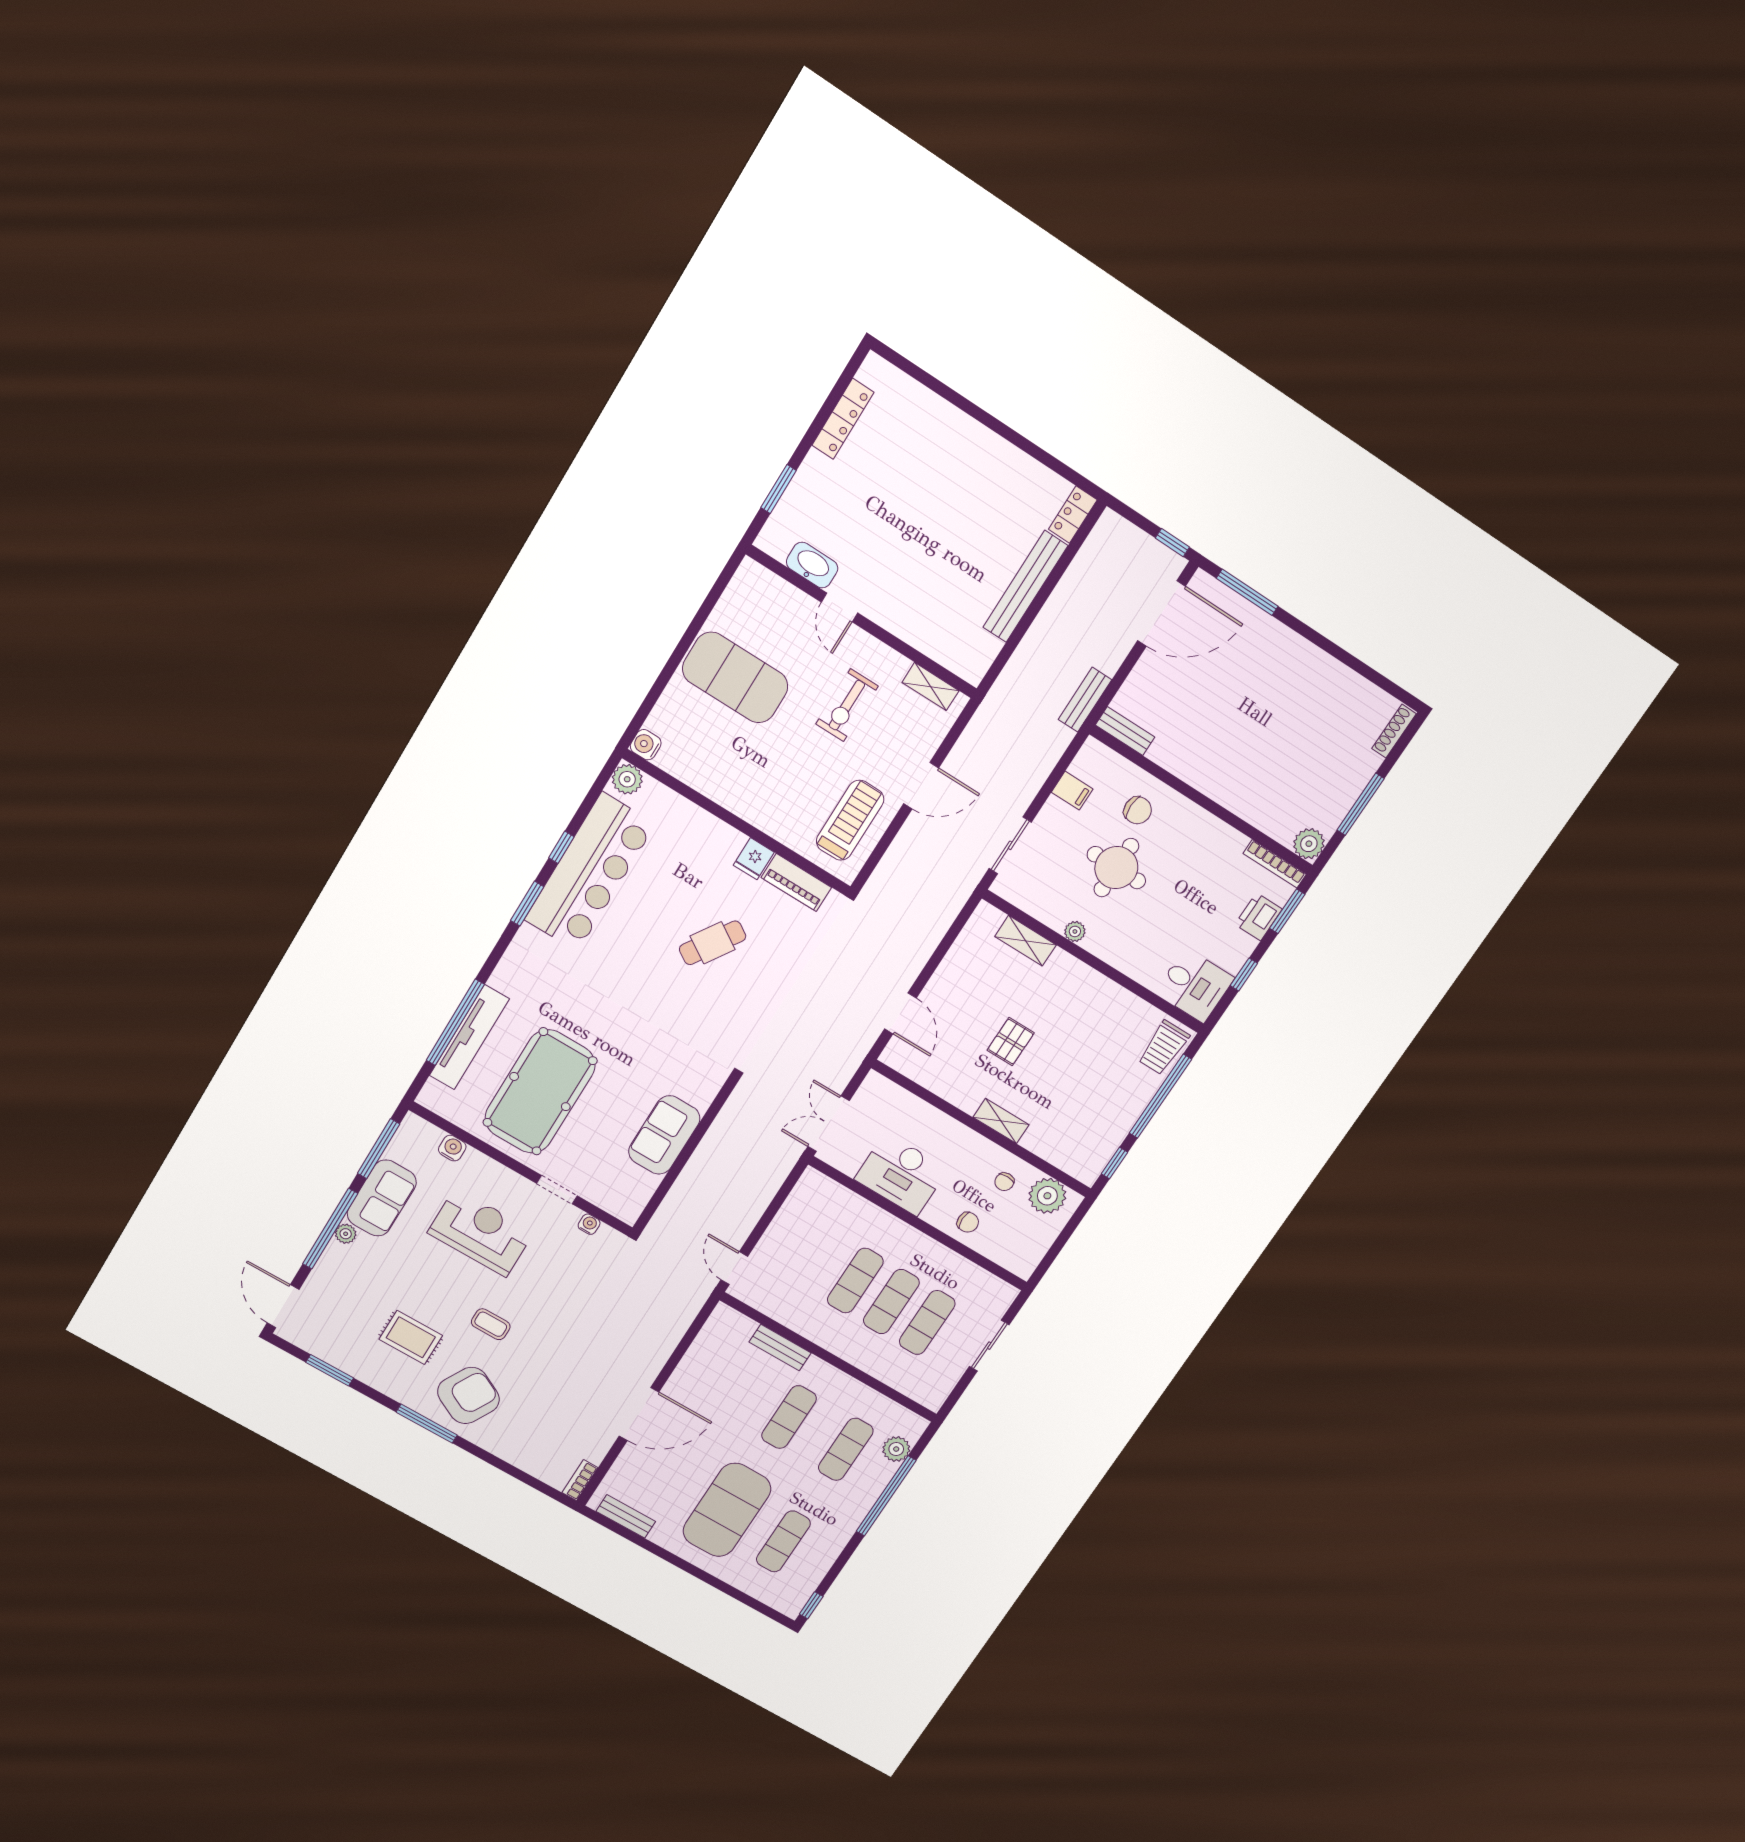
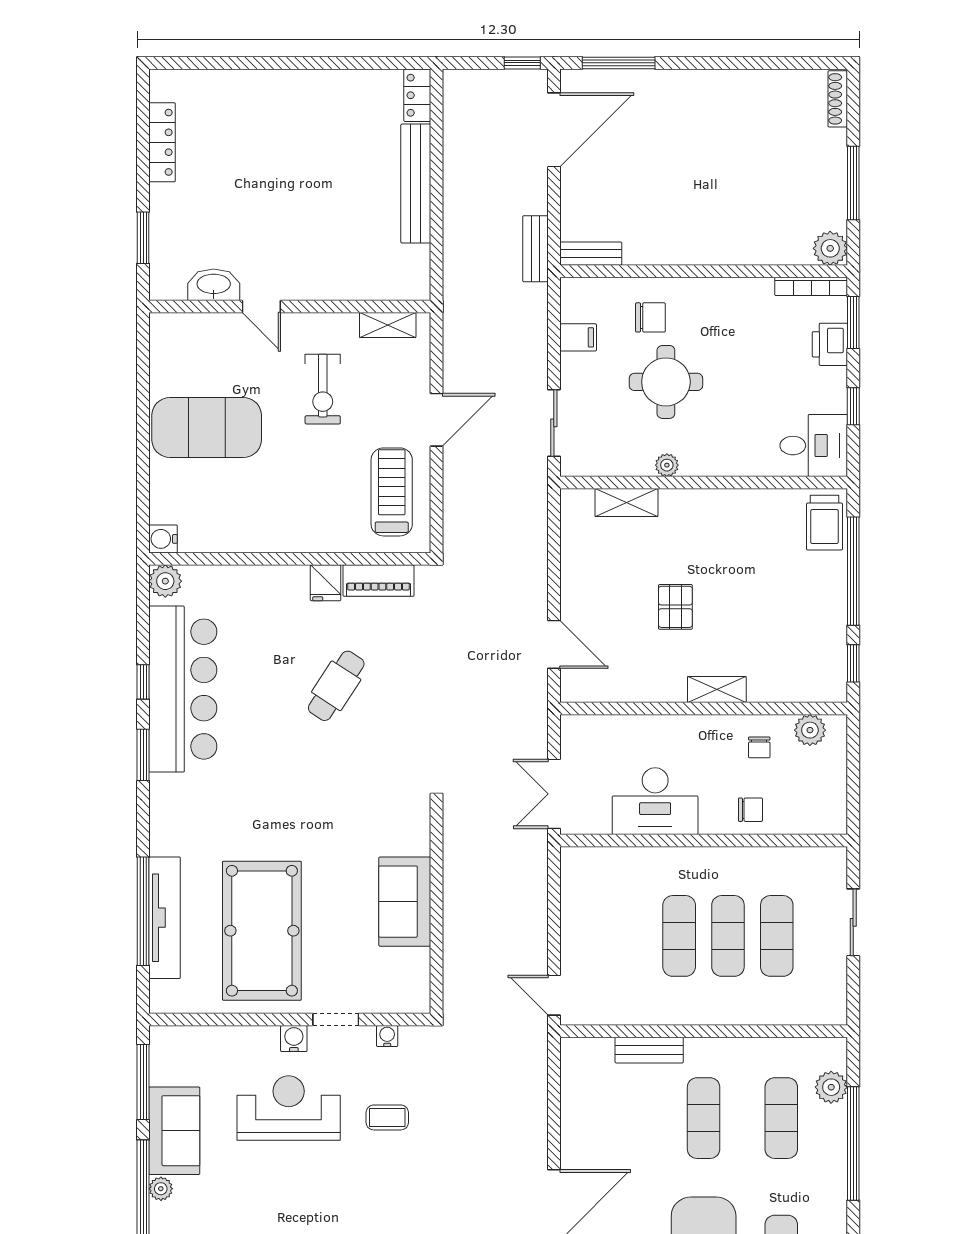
water cooler: (452, 1148) -> (294, 1039), moved
plant: (1047, 1196) -> (810, 730), width x0.73, depth x0.73
coffee table: (491, 1324) -> (387, 1117), moved

